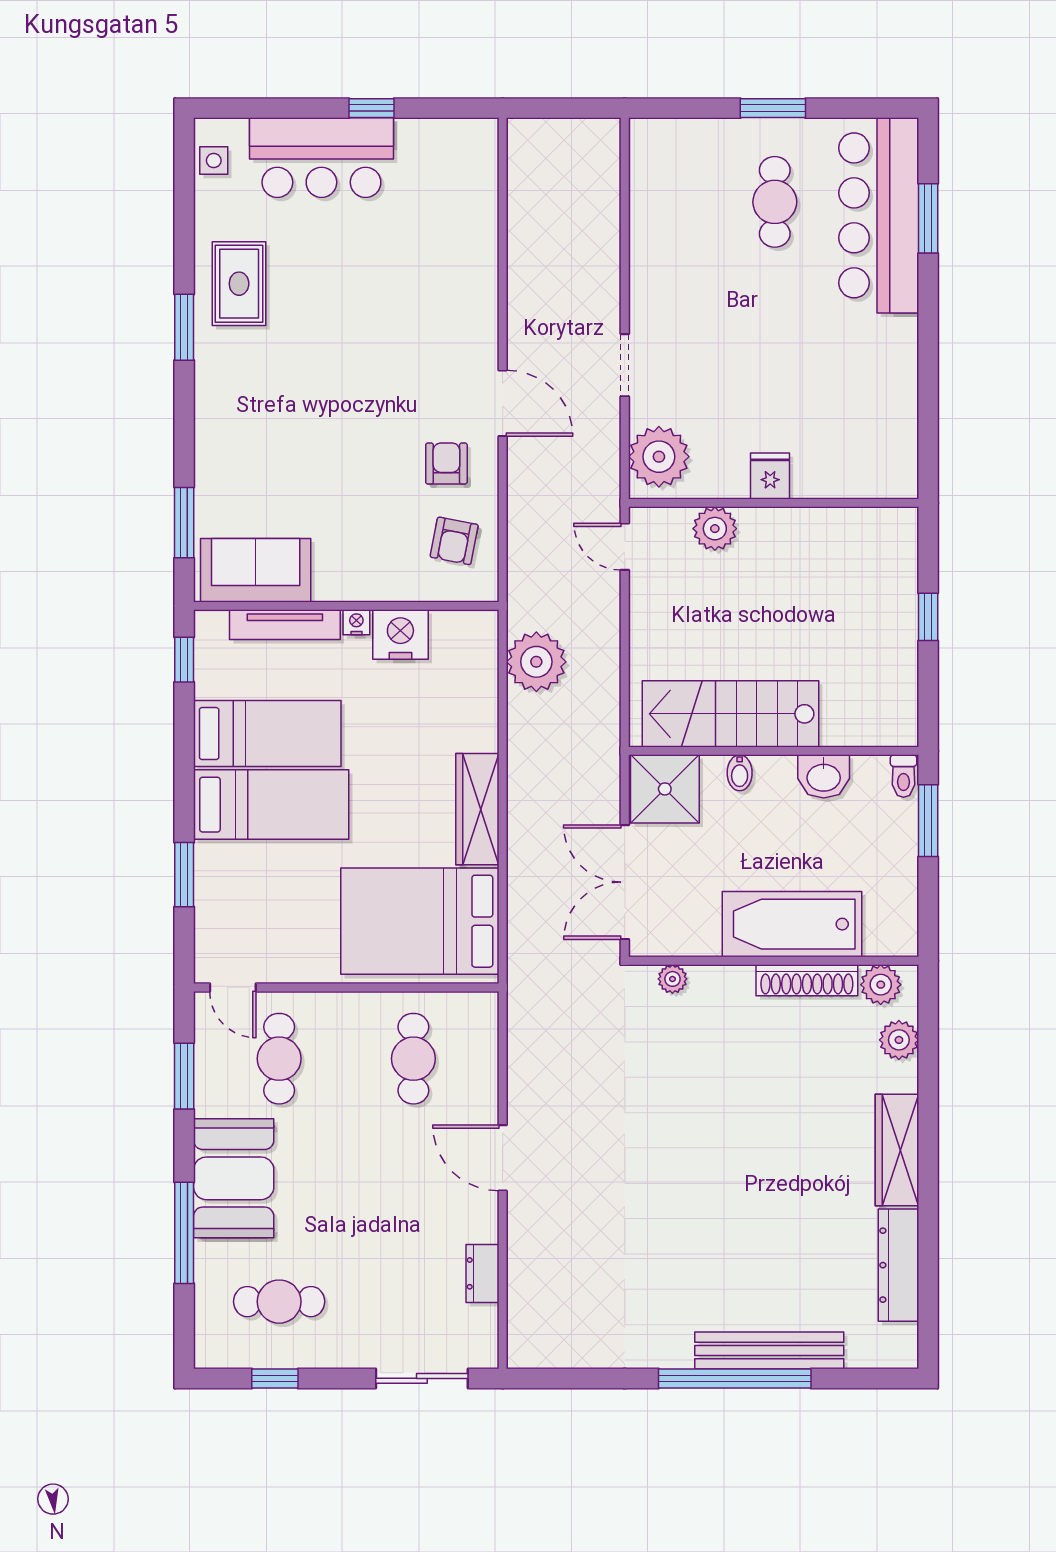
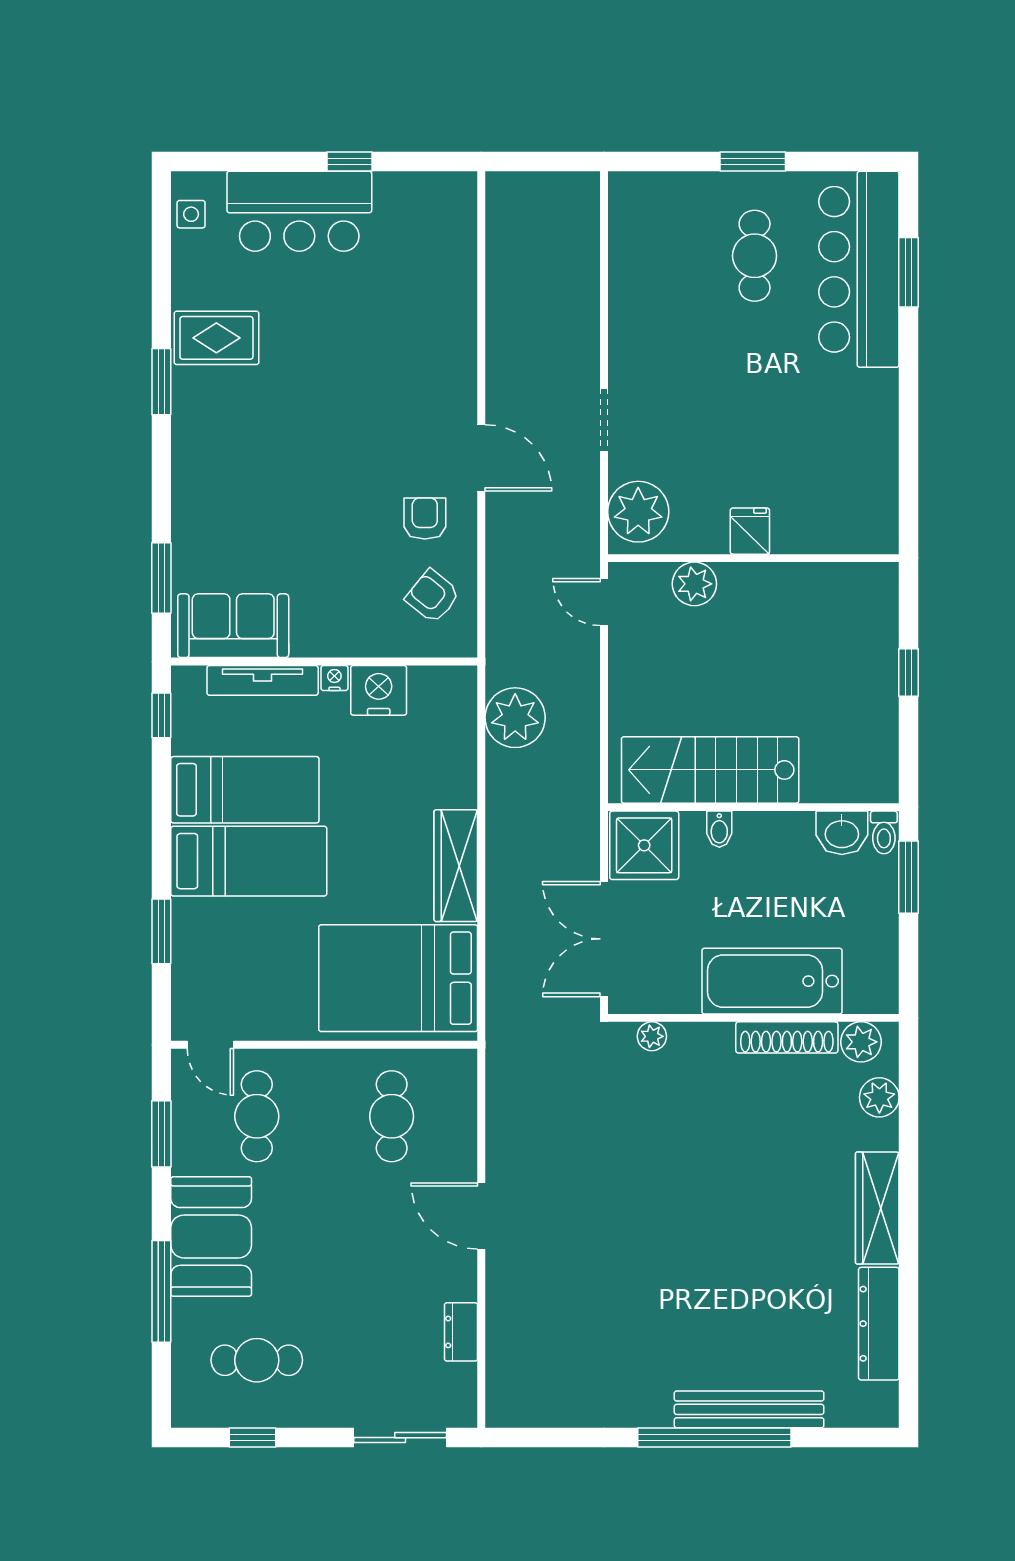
rug: (239, 284) -> (216, 338), turned 90
armchair: (454, 541) -> (433, 596), turned 118
washbasin: (824, 776) -> (842, 833), moved

